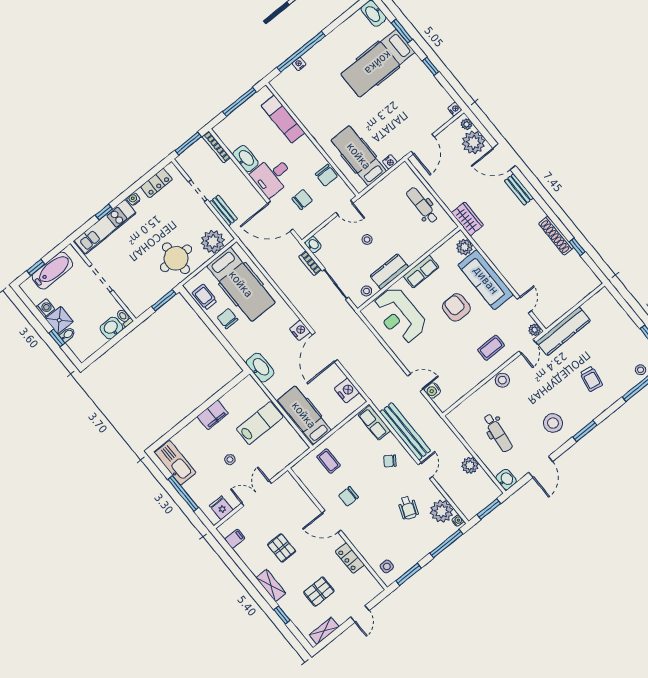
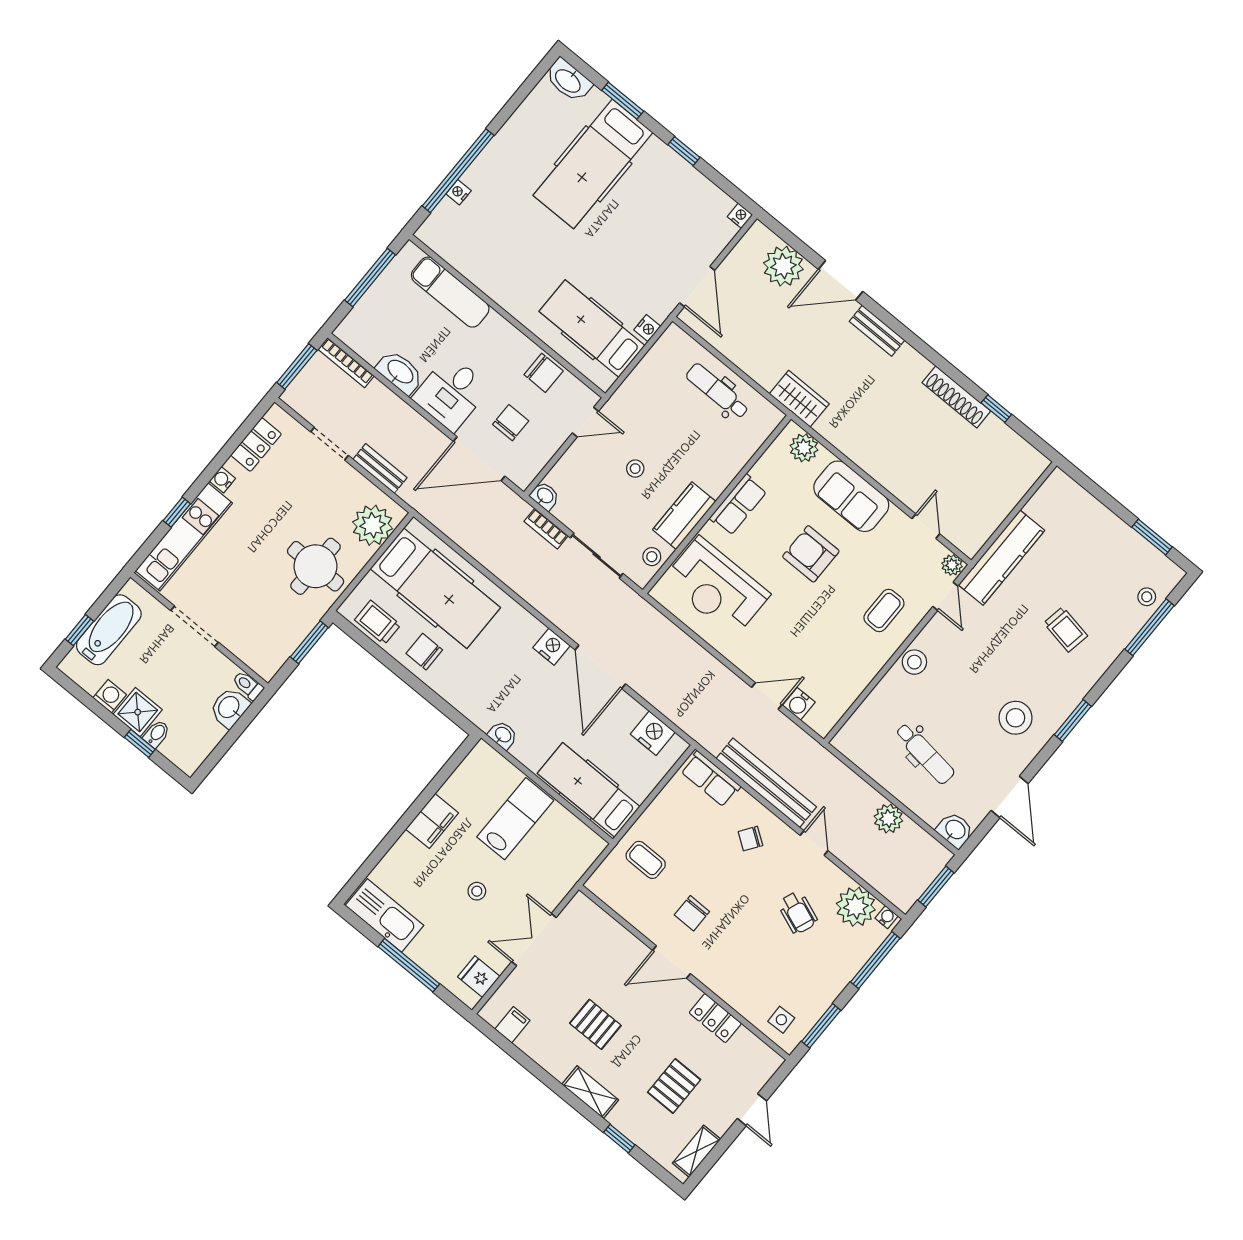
plant: (467, 124) -> (765, 238), removed
sofa: (486, 280) -> (851, 496), width x0.73
washbasin: (260, 368) -> (503, 735), width x0.52, depth x0.69

